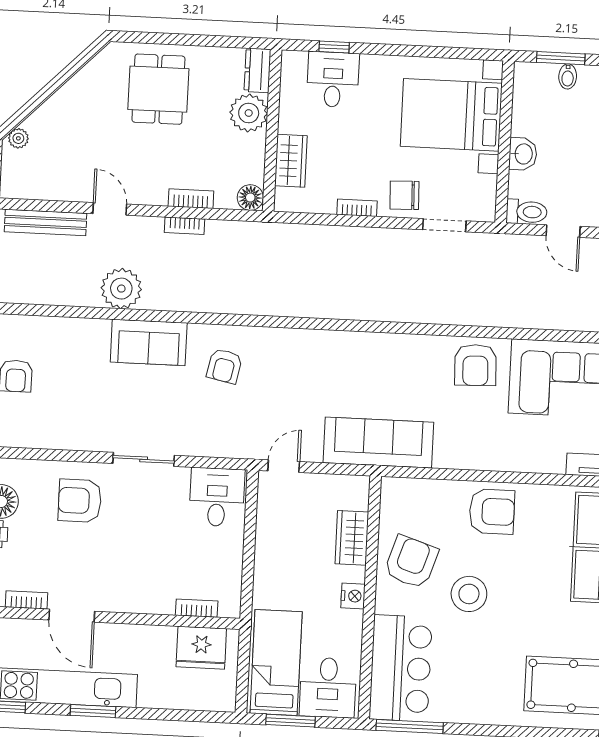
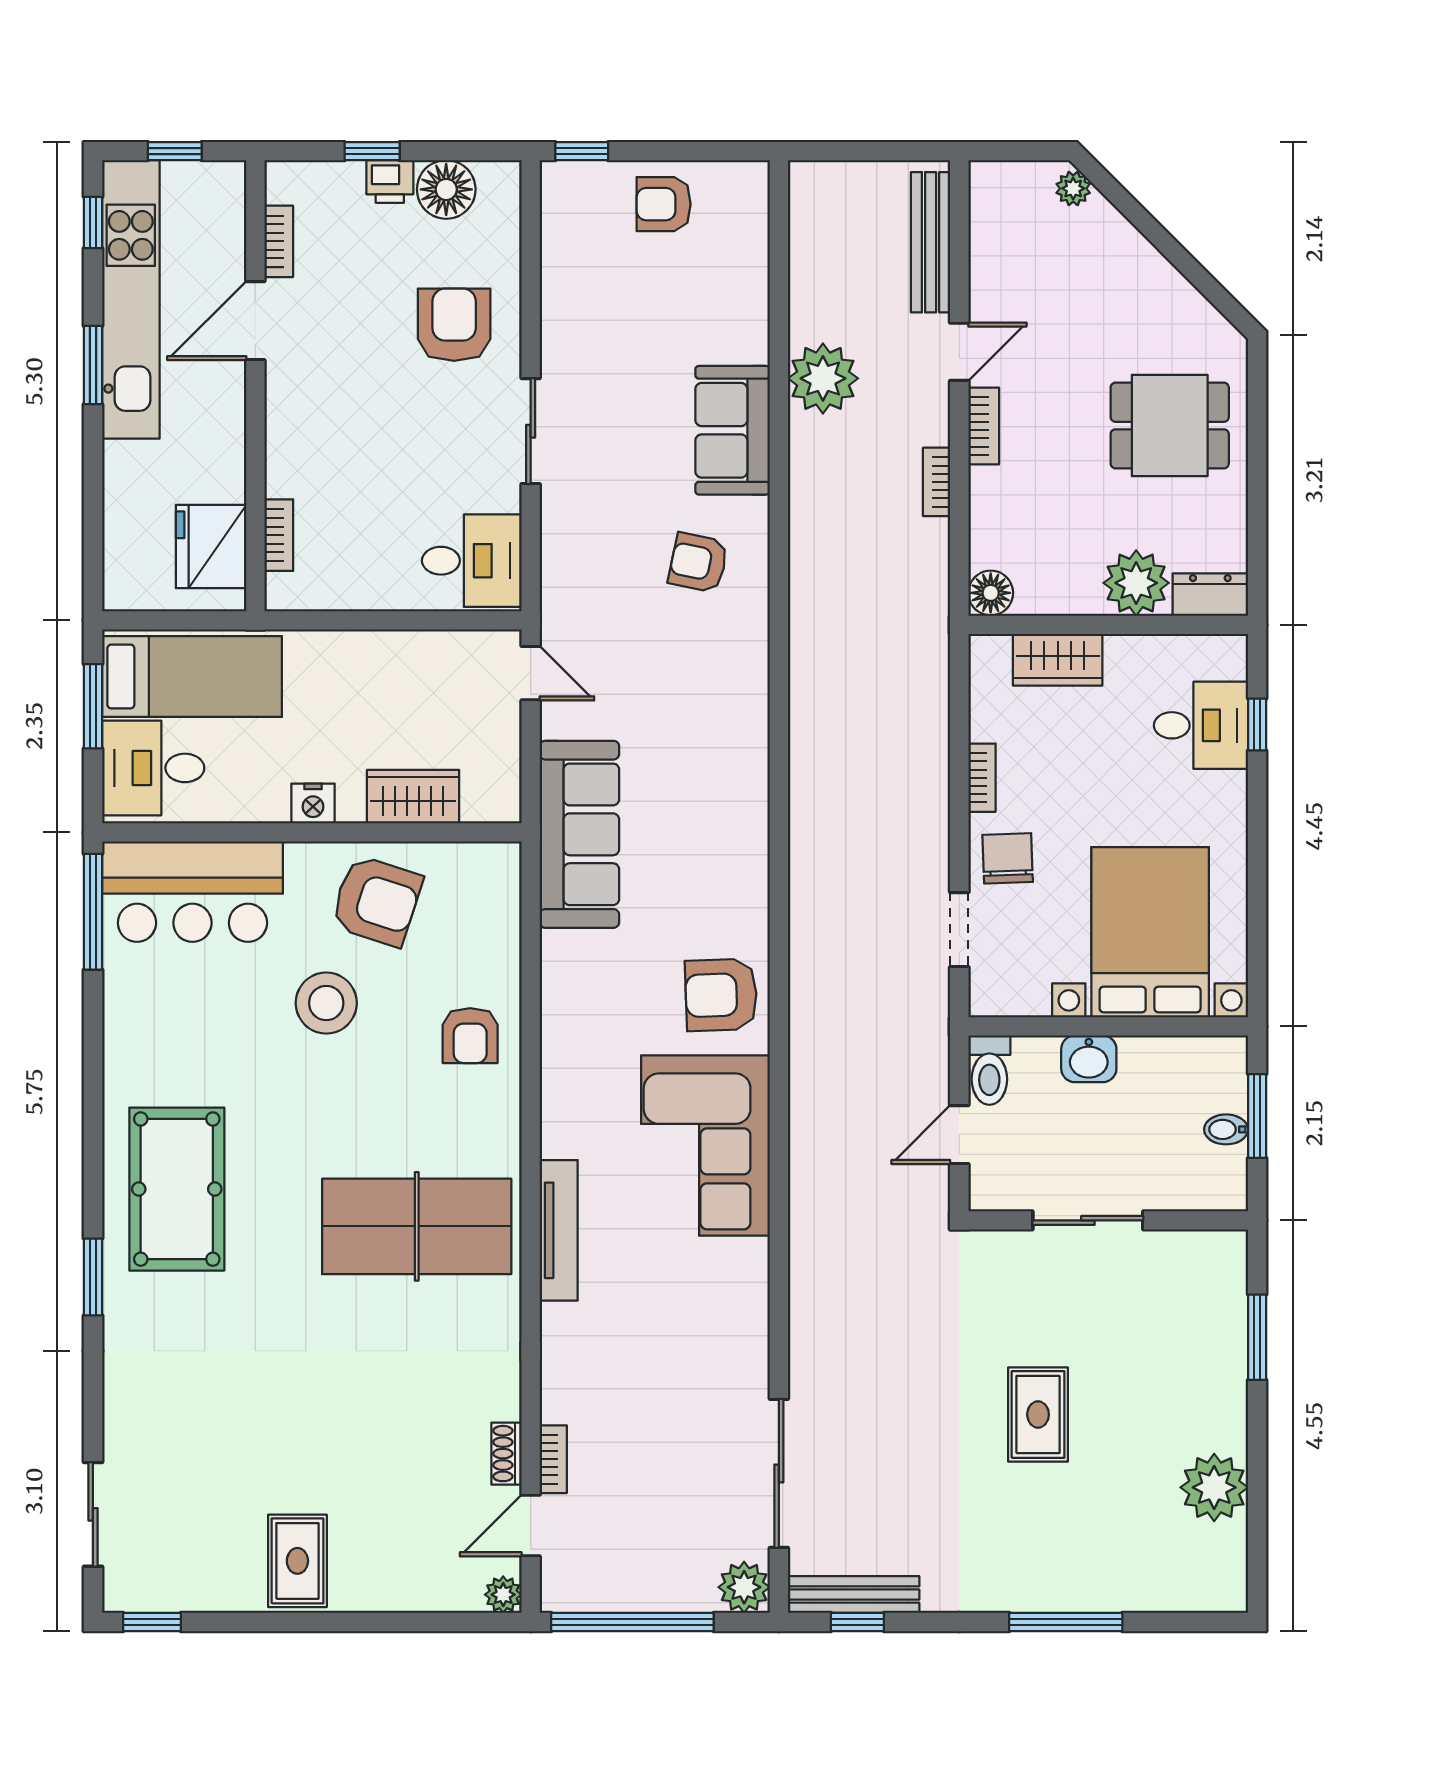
bookcase: (191, 199) -> (984, 426), moved
armchair: (492, 512) -> (470, 1036), width x0.72, depth x0.72

